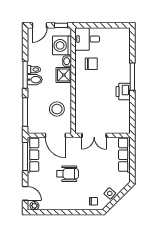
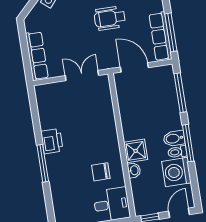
washing machine: (62, 45) -> (176, 172), moved, turned 180
stool: (57, 109) -> (138, 103), removed

